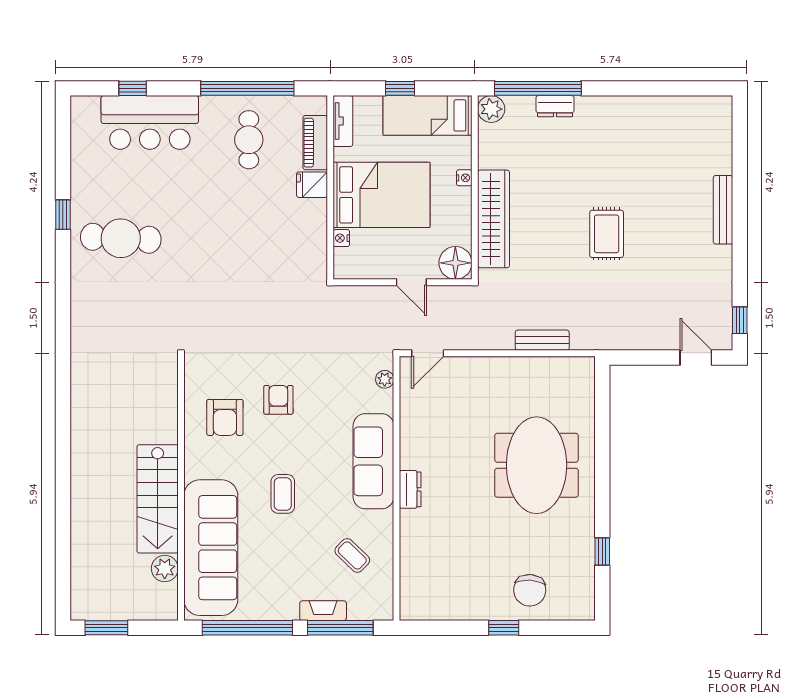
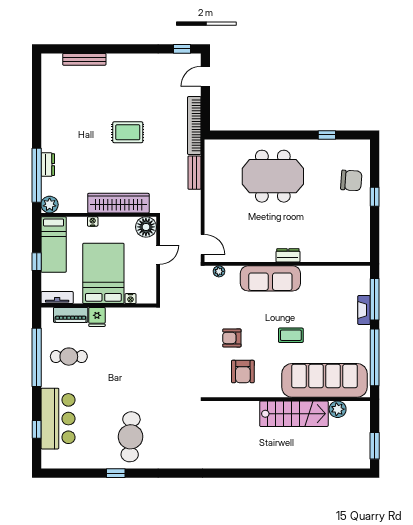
bench: (723, 210) -> (84, 59), moved
bookcase: (617, 340) -> (194, 126), added
armchair: (225, 417) -> (243, 372), turned 90
coffee table: (352, 555) -> (329, 292), removed

